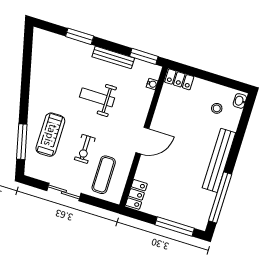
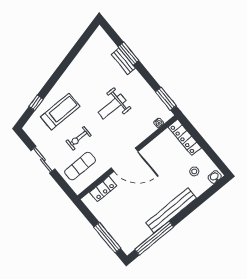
bench: (113, 57) -> (123, 61), moved, width x0.73
locker: (179, 79) -> (185, 137), width x1.53
weight bench: (97, 97) -> (112, 106), turned -90
door: (142, 141) -> (125, 160), width x1.36
window: (22, 142) -> (36, 103), width x0.46
locker: (136, 194) -> (103, 189), moved

